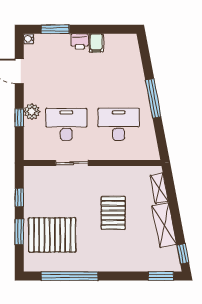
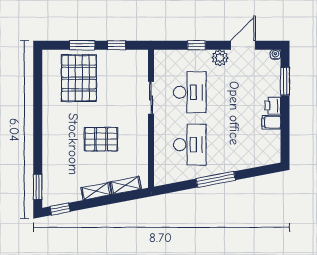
plant: (32, 112) -> (220, 58), moved
shelving: (164, 225) -> (96, 191), width x0.67, depth x0.75
window: (70, 276) -> (38, 95), removed

